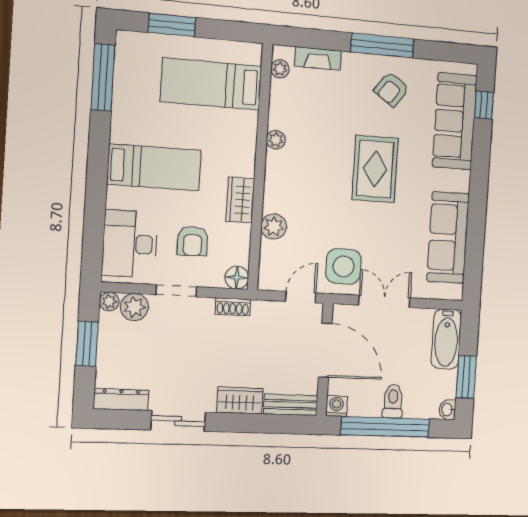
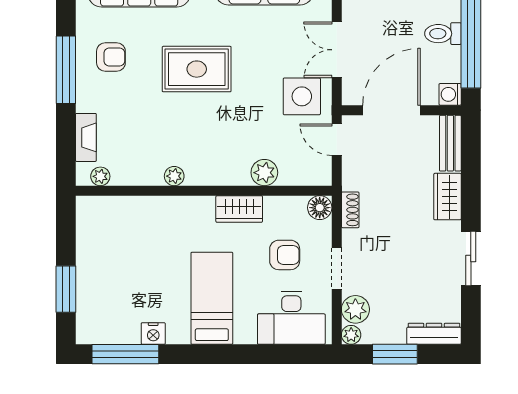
bed: (211, 84) -> (122, 246), removed
armchair: (391, 89) -> (111, 57), turned -35
nightstand: (122, 107) -> (153, 333), added
dresser: (121, 399) -> (434, 334), moved, turned 90

